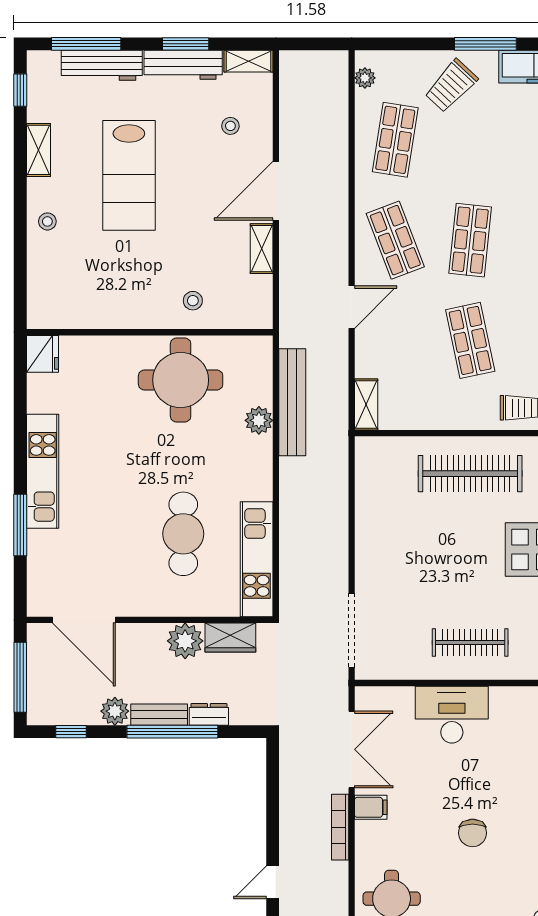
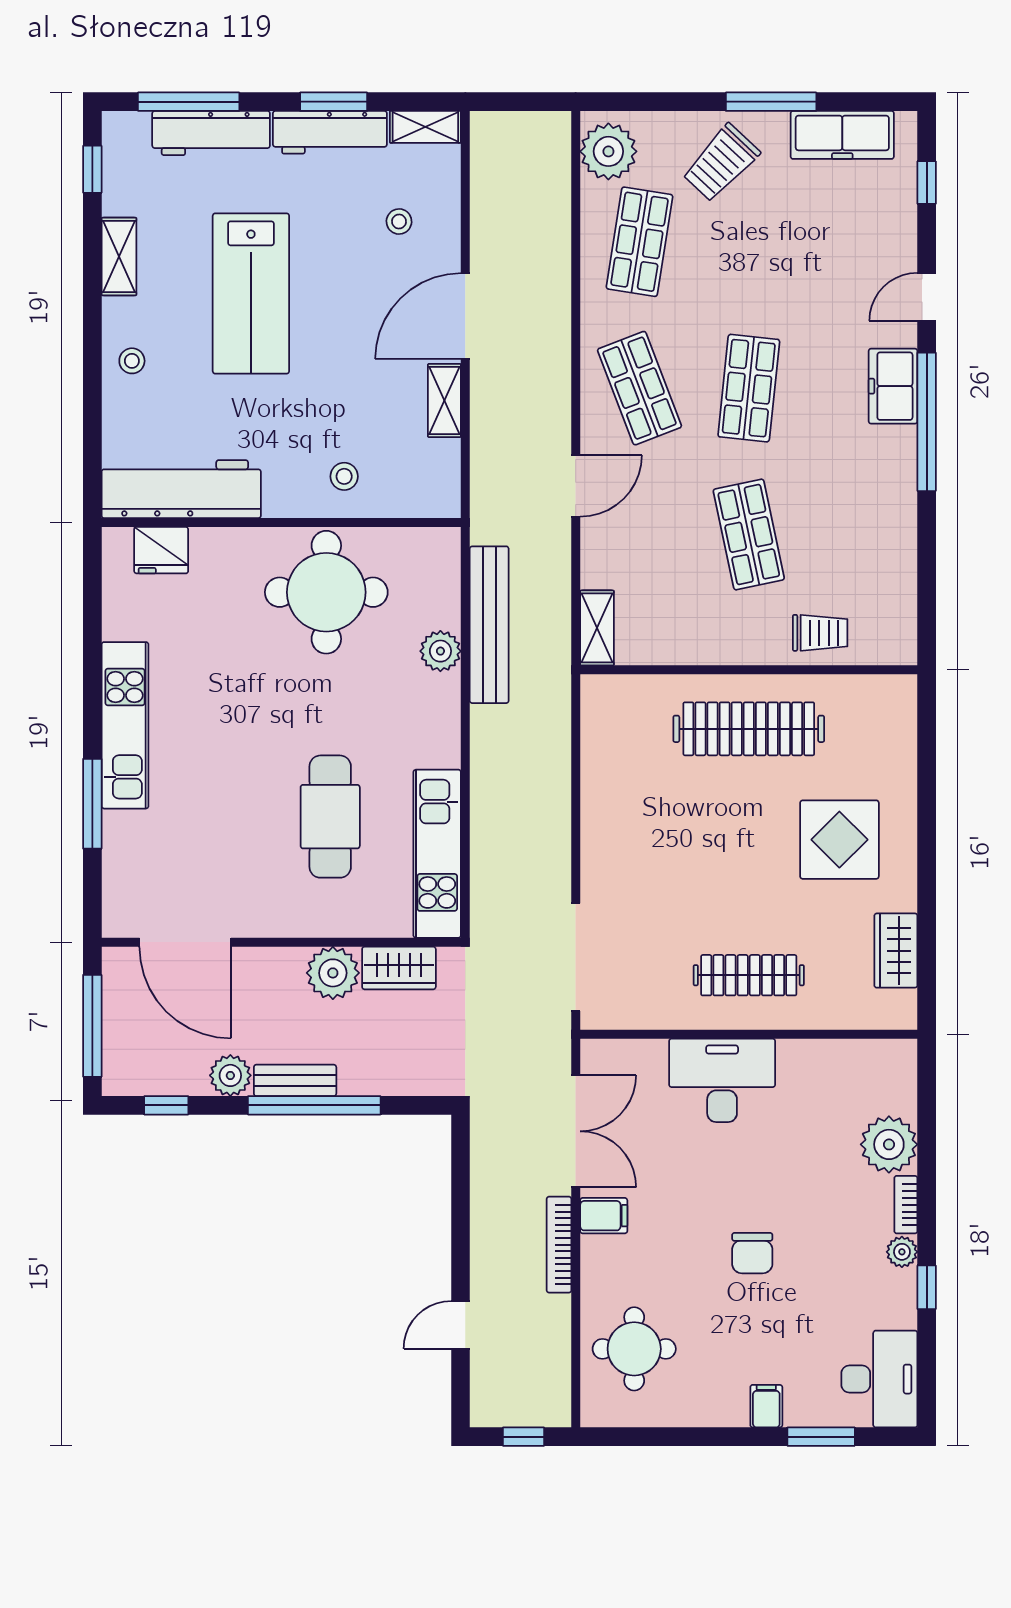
plant: (365, 78) -> (608, 151), width x1.87, depth x1.87
workbench: (81, 309) -> (181, 489), added
fridge: (42, 354) -> (161, 550), moved, turned 90
dresser: (209, 714) -> (368, 1080), removed

